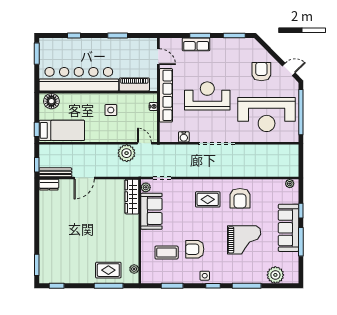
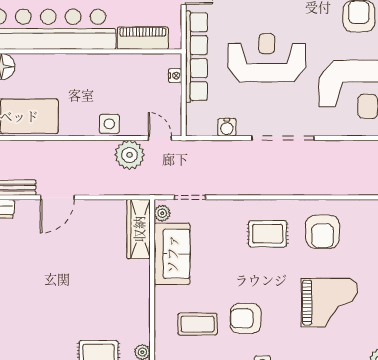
side table: (111, 110) -> (109, 124), moved

